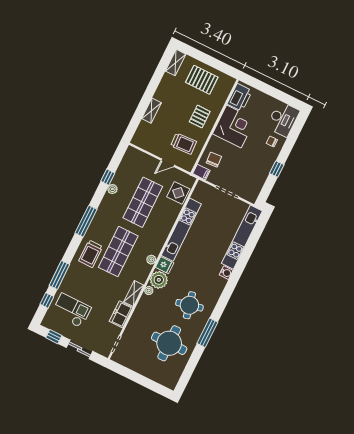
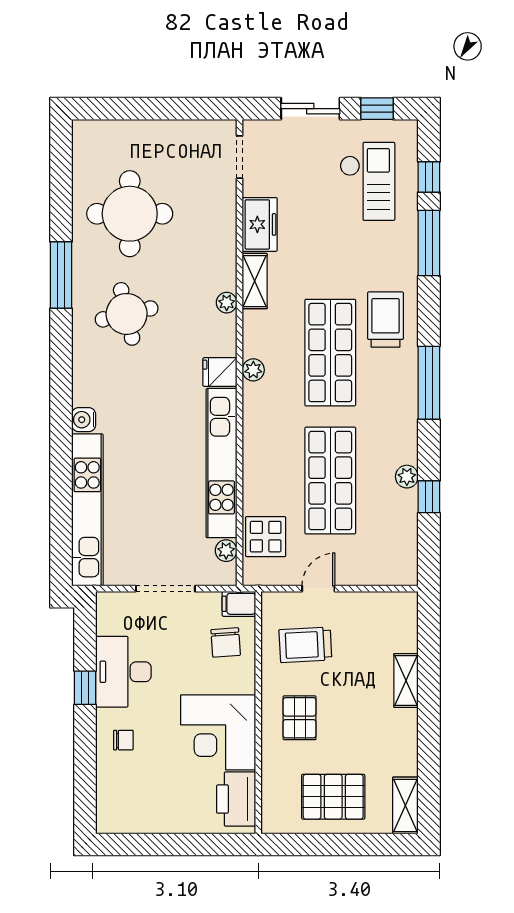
desk: (283, 119) -> (123, 672), moved
plant: (159, 280) -> (226, 551), moved, width x0.53, depth x0.53
checkout: (71, 310) -> (367, 181), turned -90

